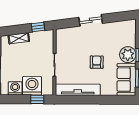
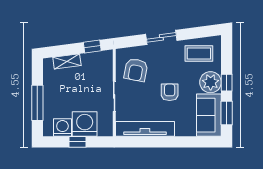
coffee table: (119, 33) -> (199, 54), added
armchair: (71, 45) -> (136, 70), added
window: (37, 99) -> (78, 142), moved

